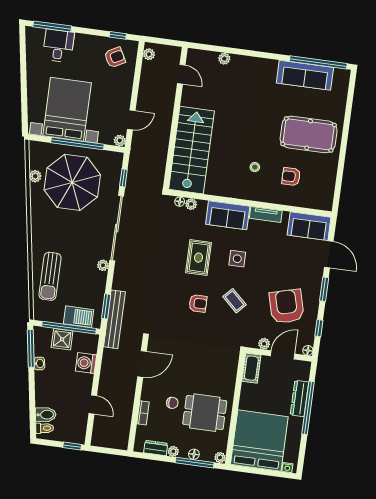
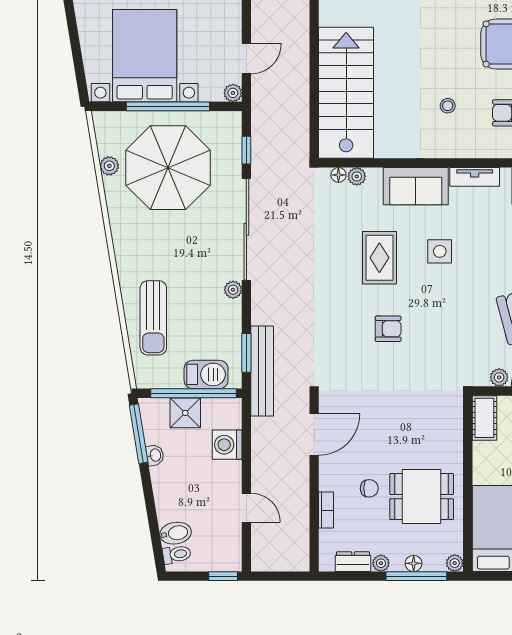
coffee table: (235, 301) -> (444, 317), removed

